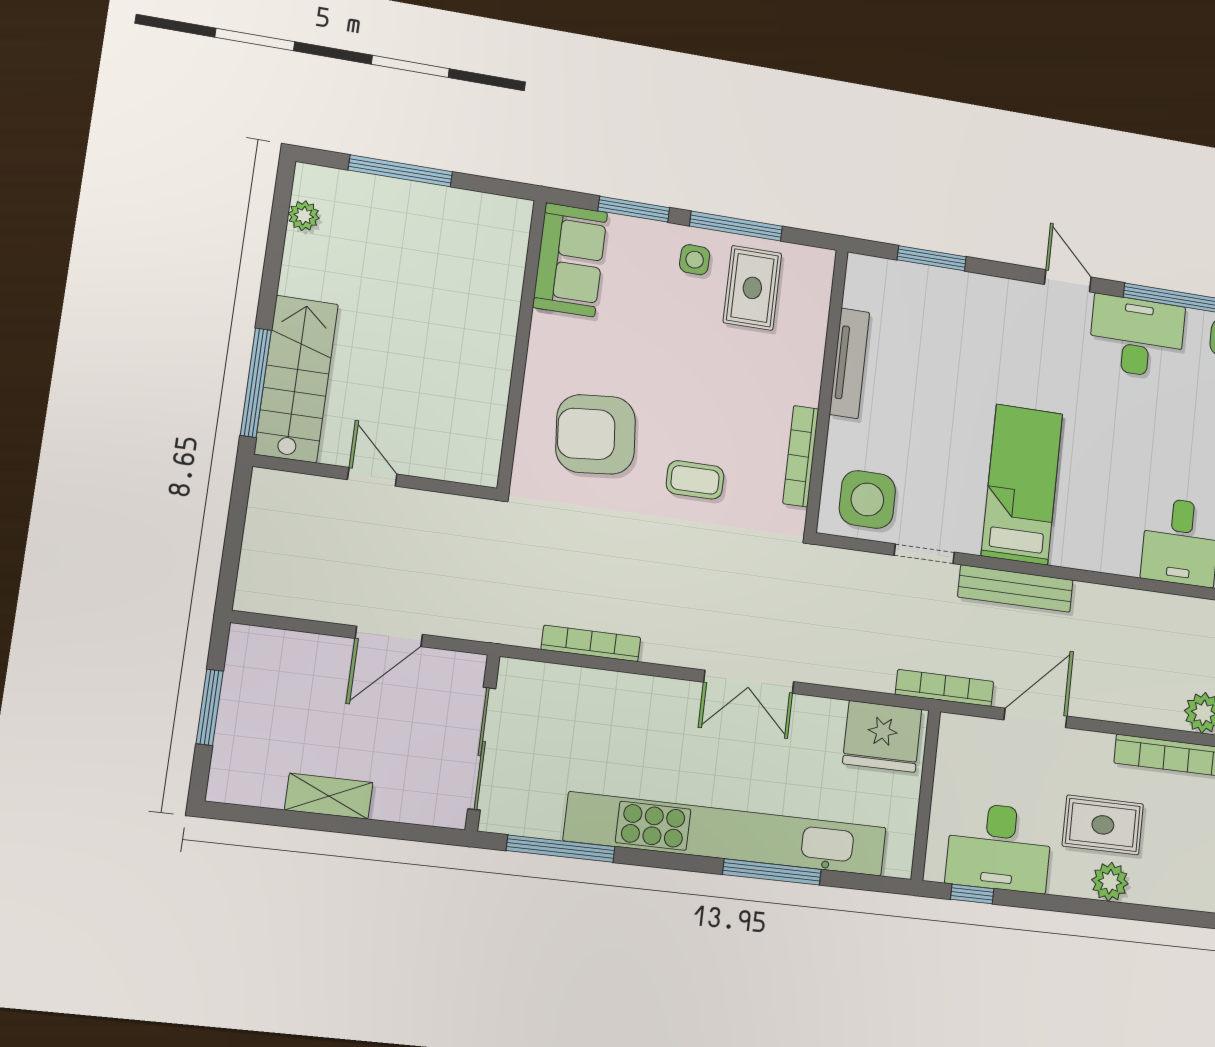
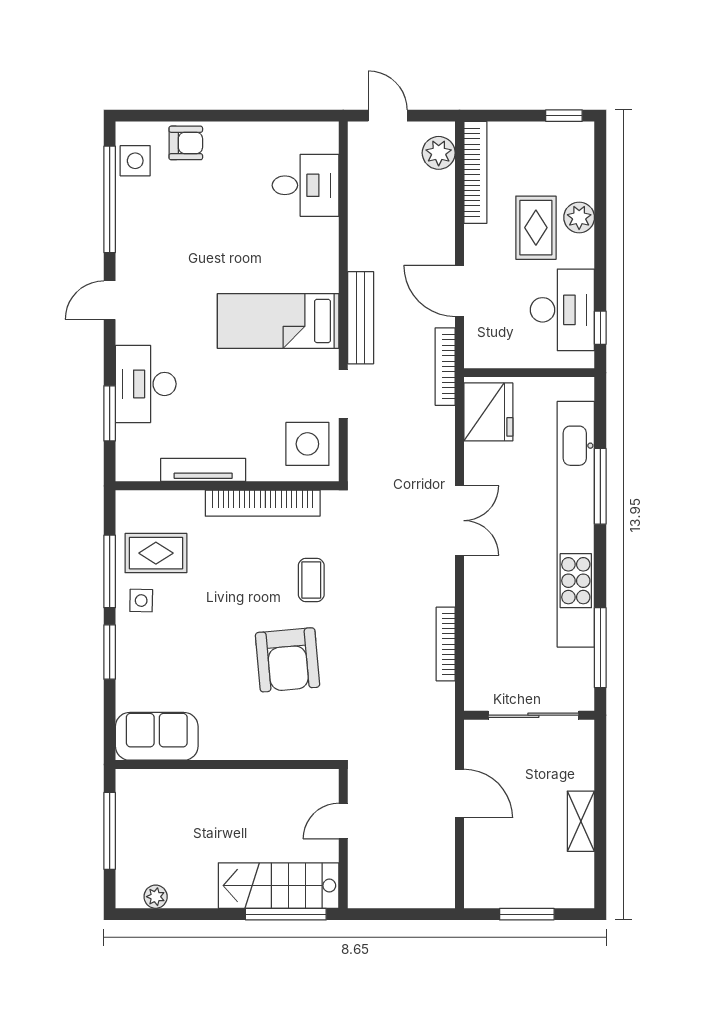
sofa: (570, 260) -> (157, 736), moved
desk: (1137, 337) -> (146, 384), moved
wall: (522, 344) -> (227, 765), moved
bookcase: (801, 456) -> (263, 503), width x1.48, depth x1.31

